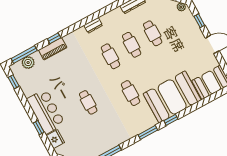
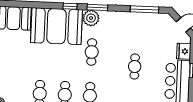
plant: (148, 121) -> (91, 18), added

